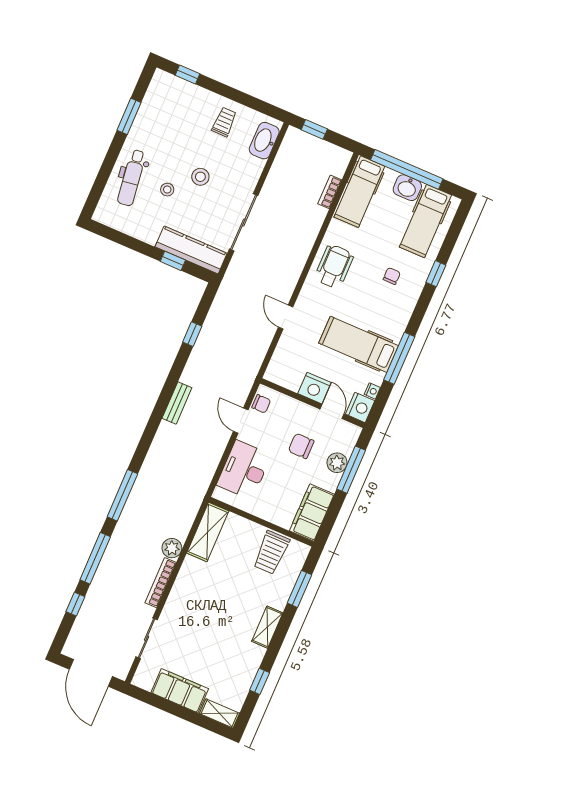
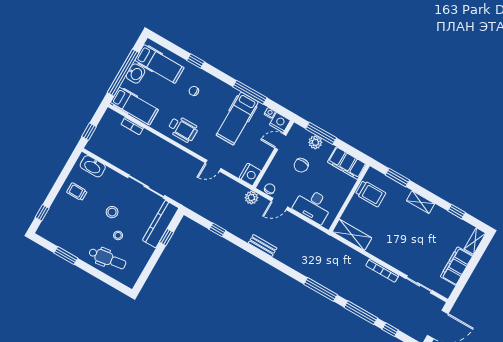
wheelchair: (334, 266) -> (183, 129), turned 180
nightstand: (314, 388) -> (250, 174), moved
plant: (172, 548) -> (251, 198), moved

